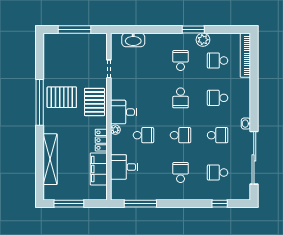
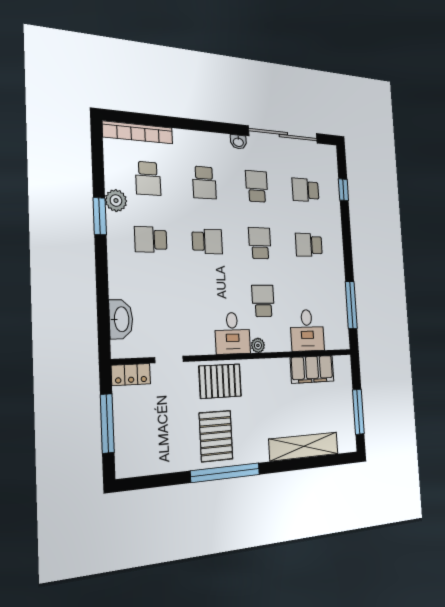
locker: (101, 140) -> (131, 375), moved
school desk: (218, 173) -> (305, 190), turned 90

